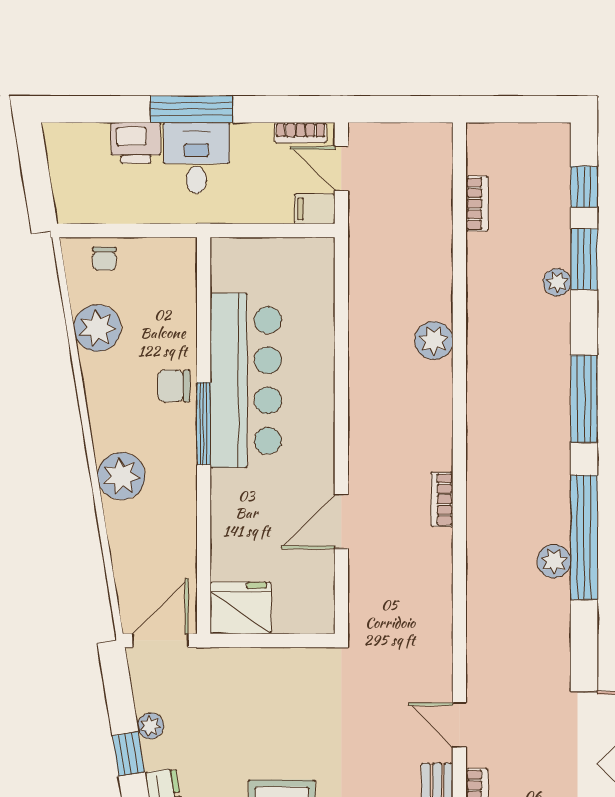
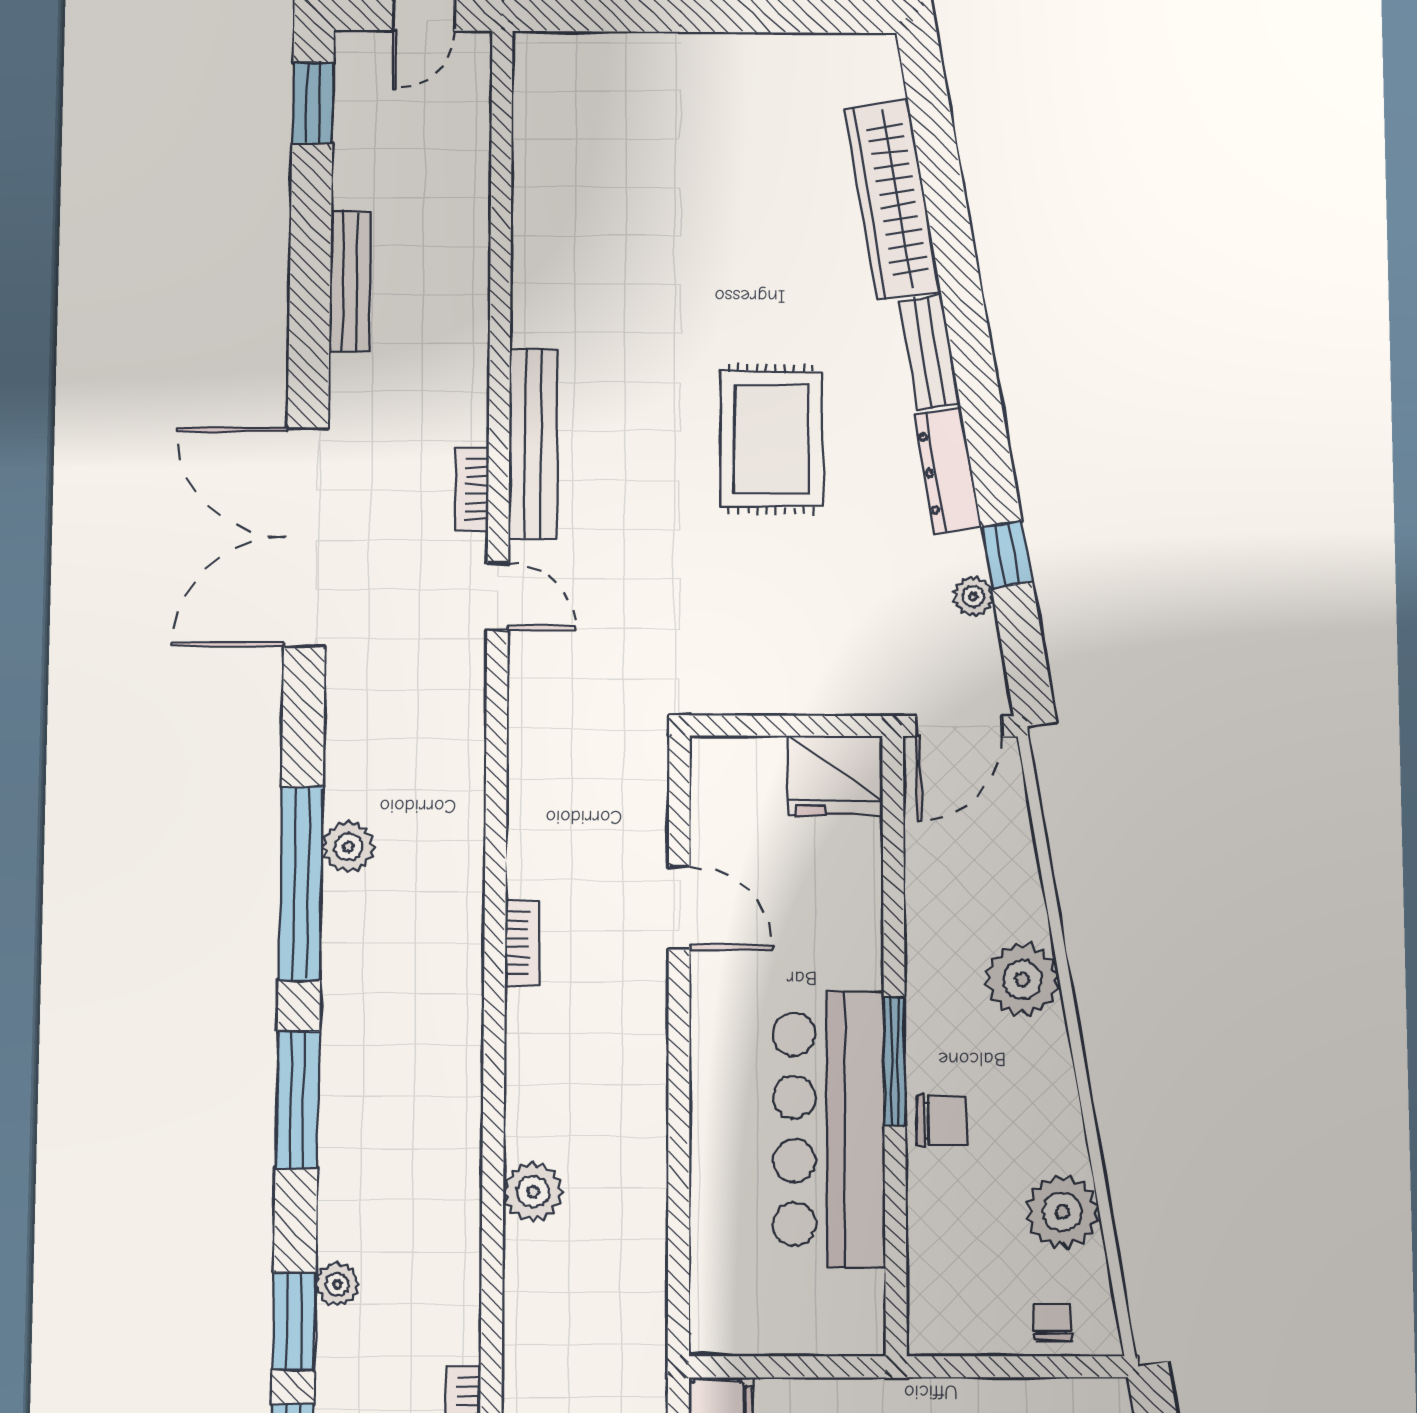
door: (341, 522) -> (679, 908), hinge flipped

